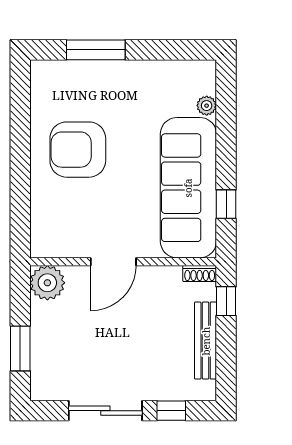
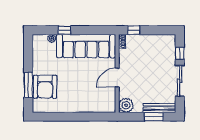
armchair: (78, 150) -> (45, 87), moved
window: (226, 204) -> (64, 30), moved
door: (113, 262) -> (117, 78), swing flipped
bench: (206, 341) -> (159, 108), moved

